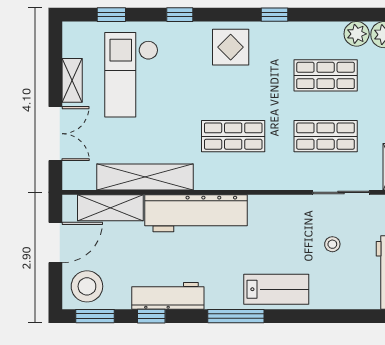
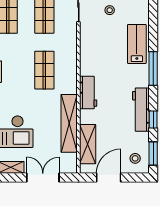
workbench: (196, 213) -> (88, 93), width x0.53, depth x0.76
door: (55, 242) -> (109, 177), hinge flipped
stool: (87, 286) -> (135, 158), width x0.53, depth x0.53

